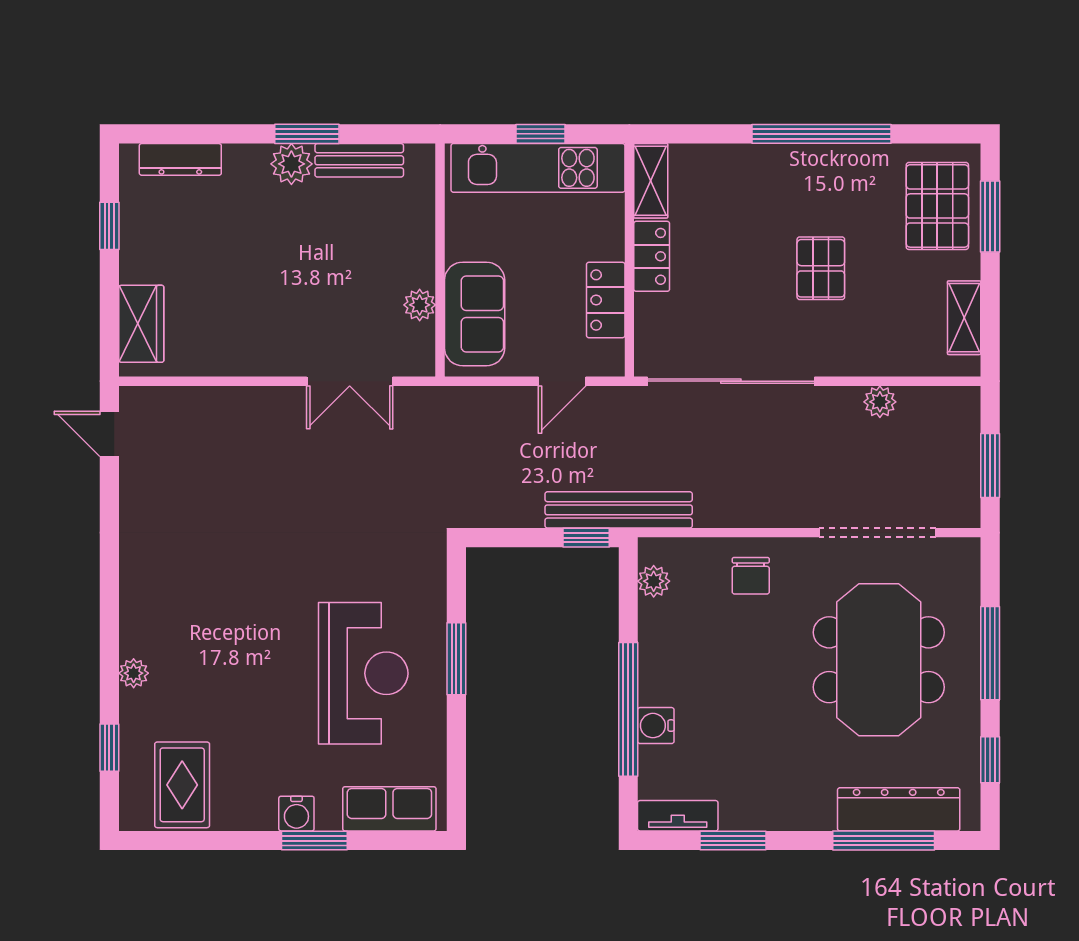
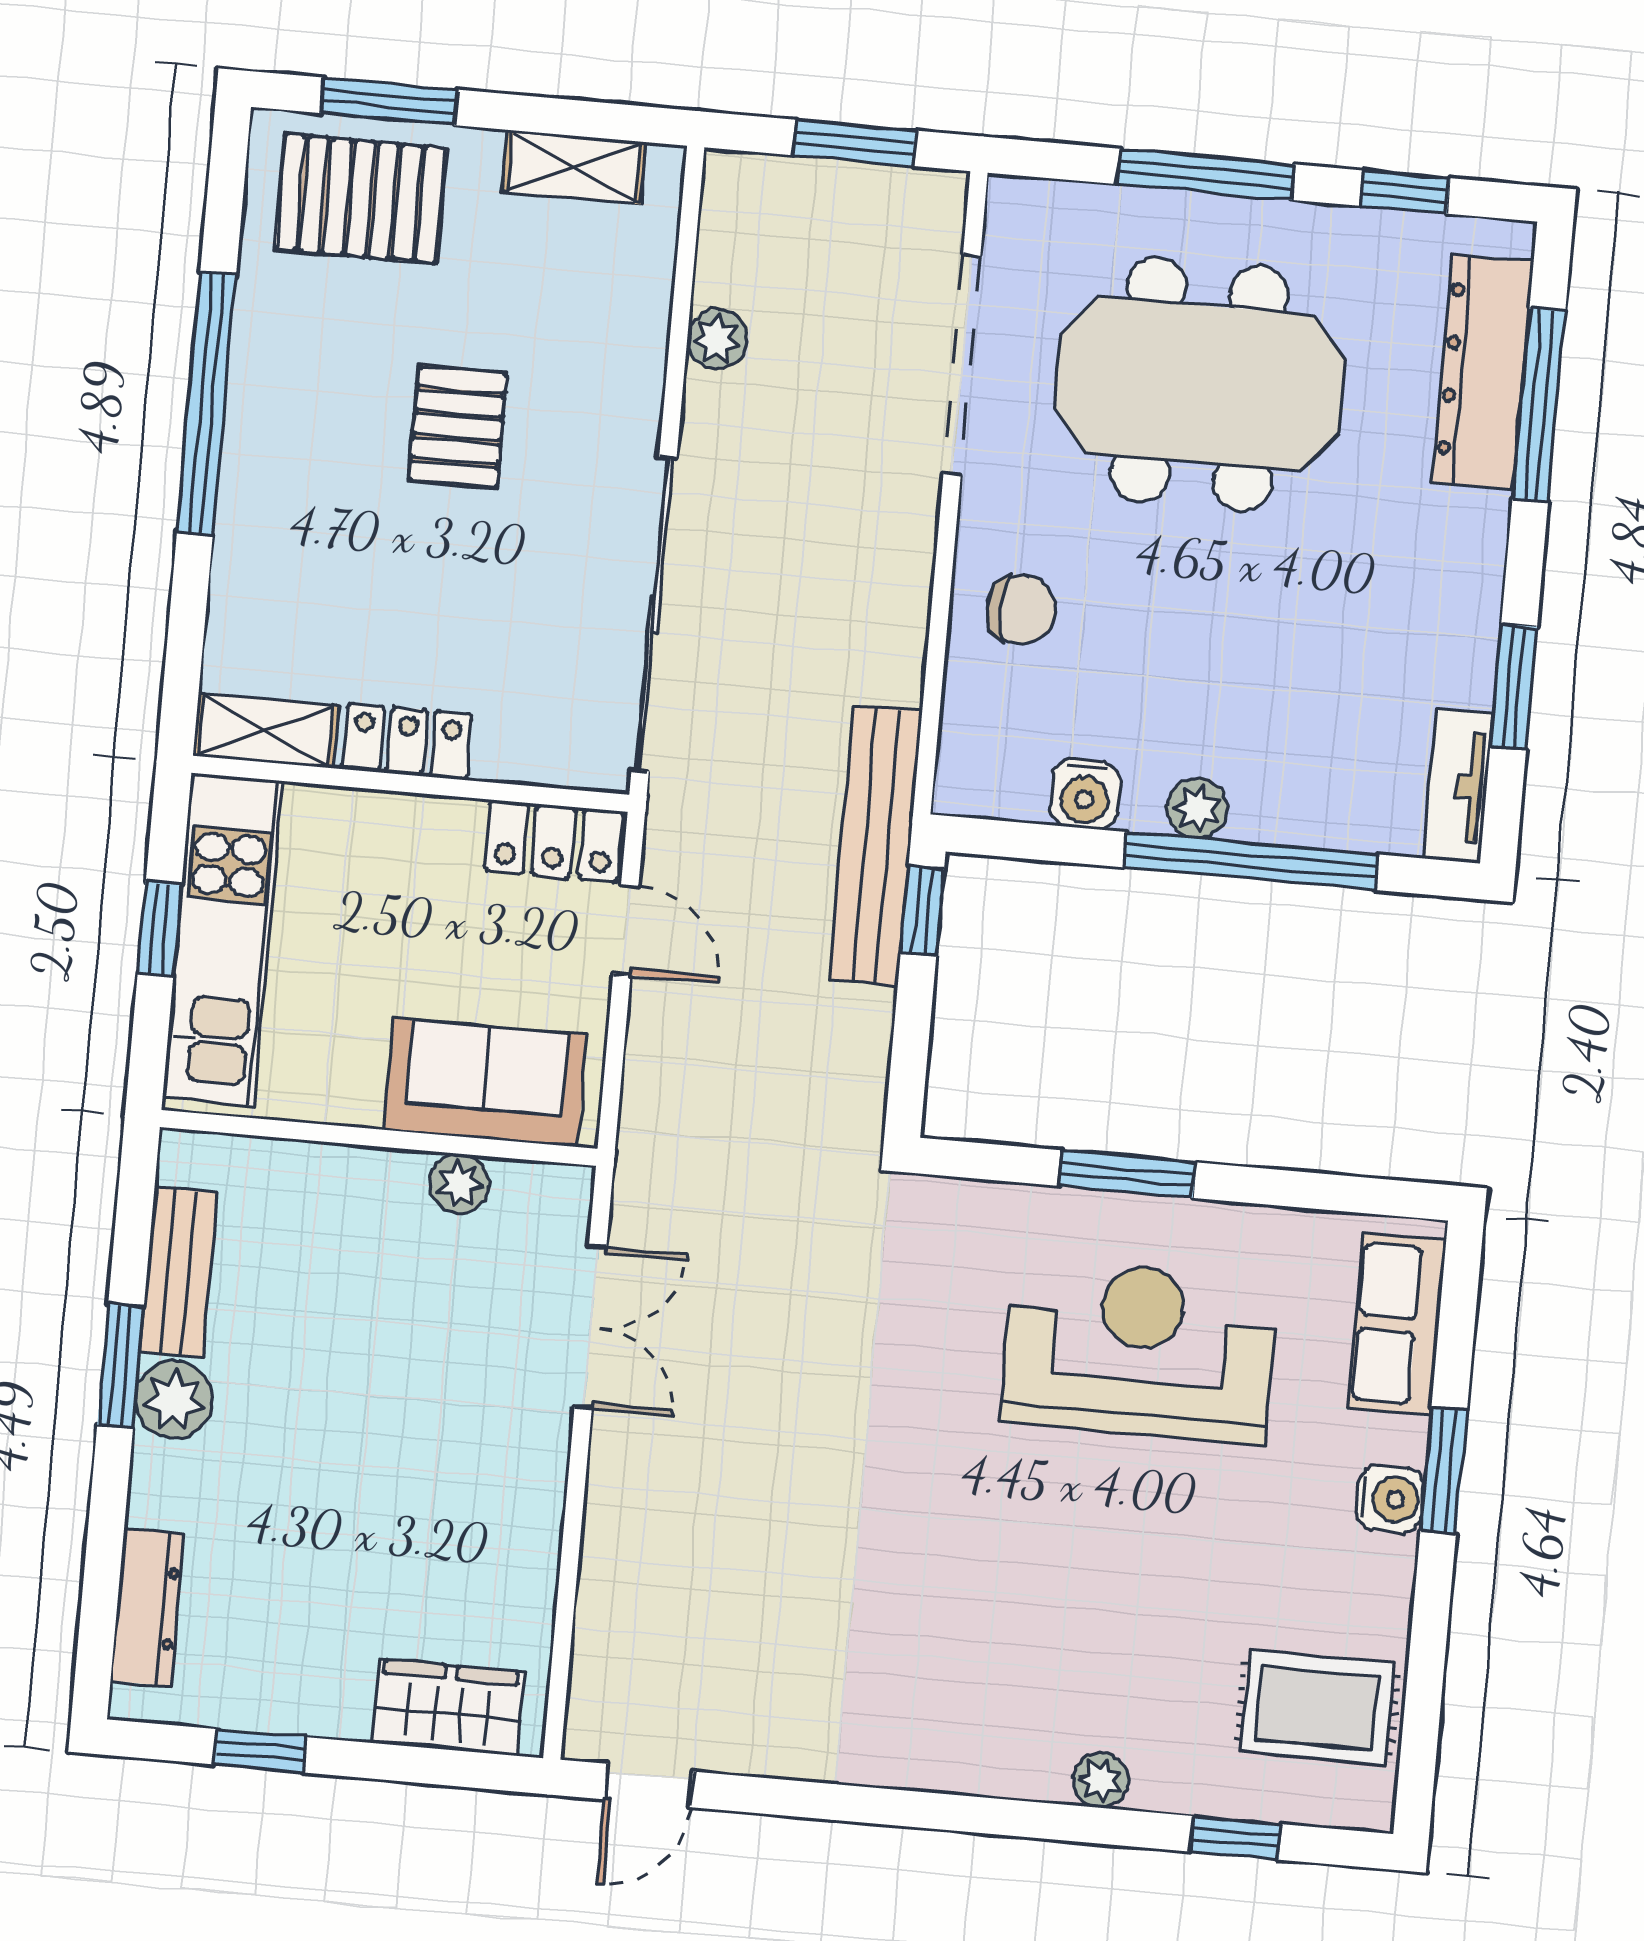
pallet: (821, 268) -> (458, 427), turned 90
locker: (606, 300) -> (554, 841), moved
plant: (654, 581) -> (1197, 808), moved
water cooler: (656, 726) -> (1085, 794), moved

